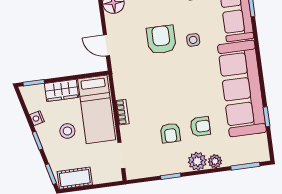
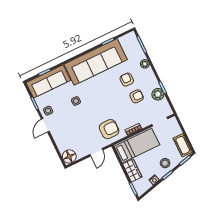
armchair: (161, 40) -> (109, 129), moved, turned 180
stool: (67, 131) -> (165, 163), moved
plant: (197, 161) -> (158, 94), moved

